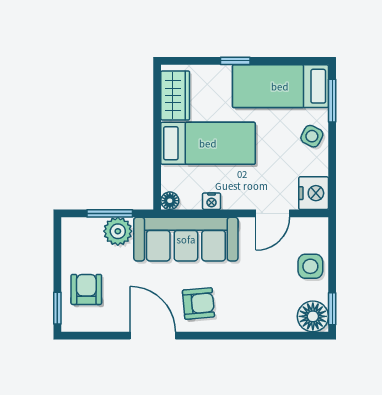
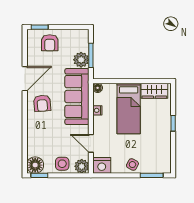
bed: (280, 86) -> (159, 148), removed
plant: (315, 230) -> (82, 166), added
armchair: (86, 289) -> (50, 43), turned 90

